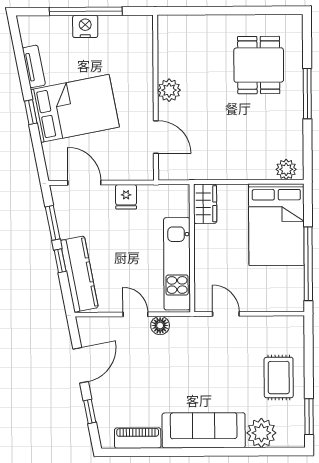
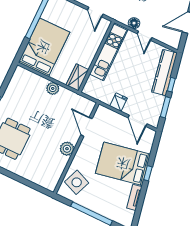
nightstand: (85, 26) -> (96, 206), removed
side table: (130, 47) -> (77, 182), added
plant: (286, 169) -> (53, 88), moved

